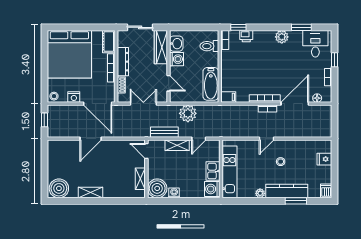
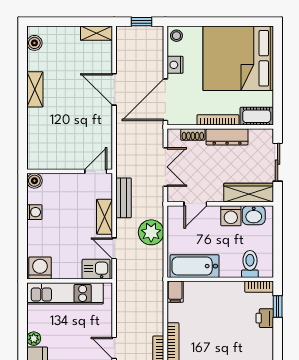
kitchen sink: (213, 171) -> (96, 269), moved
shelving: (140, 179) -> (96, 33), moved
boiler: (59, 188) -> (34, 43), width x0.54, depth x0.54
boiler: (157, 188) -> (34, 181), width x0.54, depth x0.54

